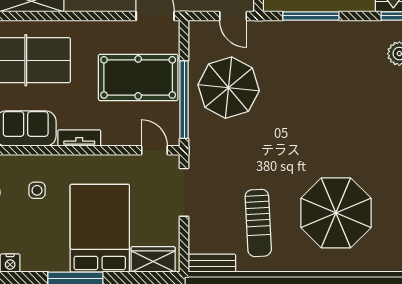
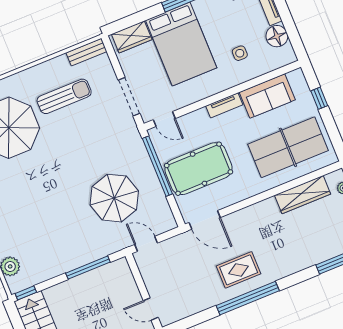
parasol: (229, 88) -> (114, 198), moved
sun lounger: (258, 223) -> (64, 96), turned 93

